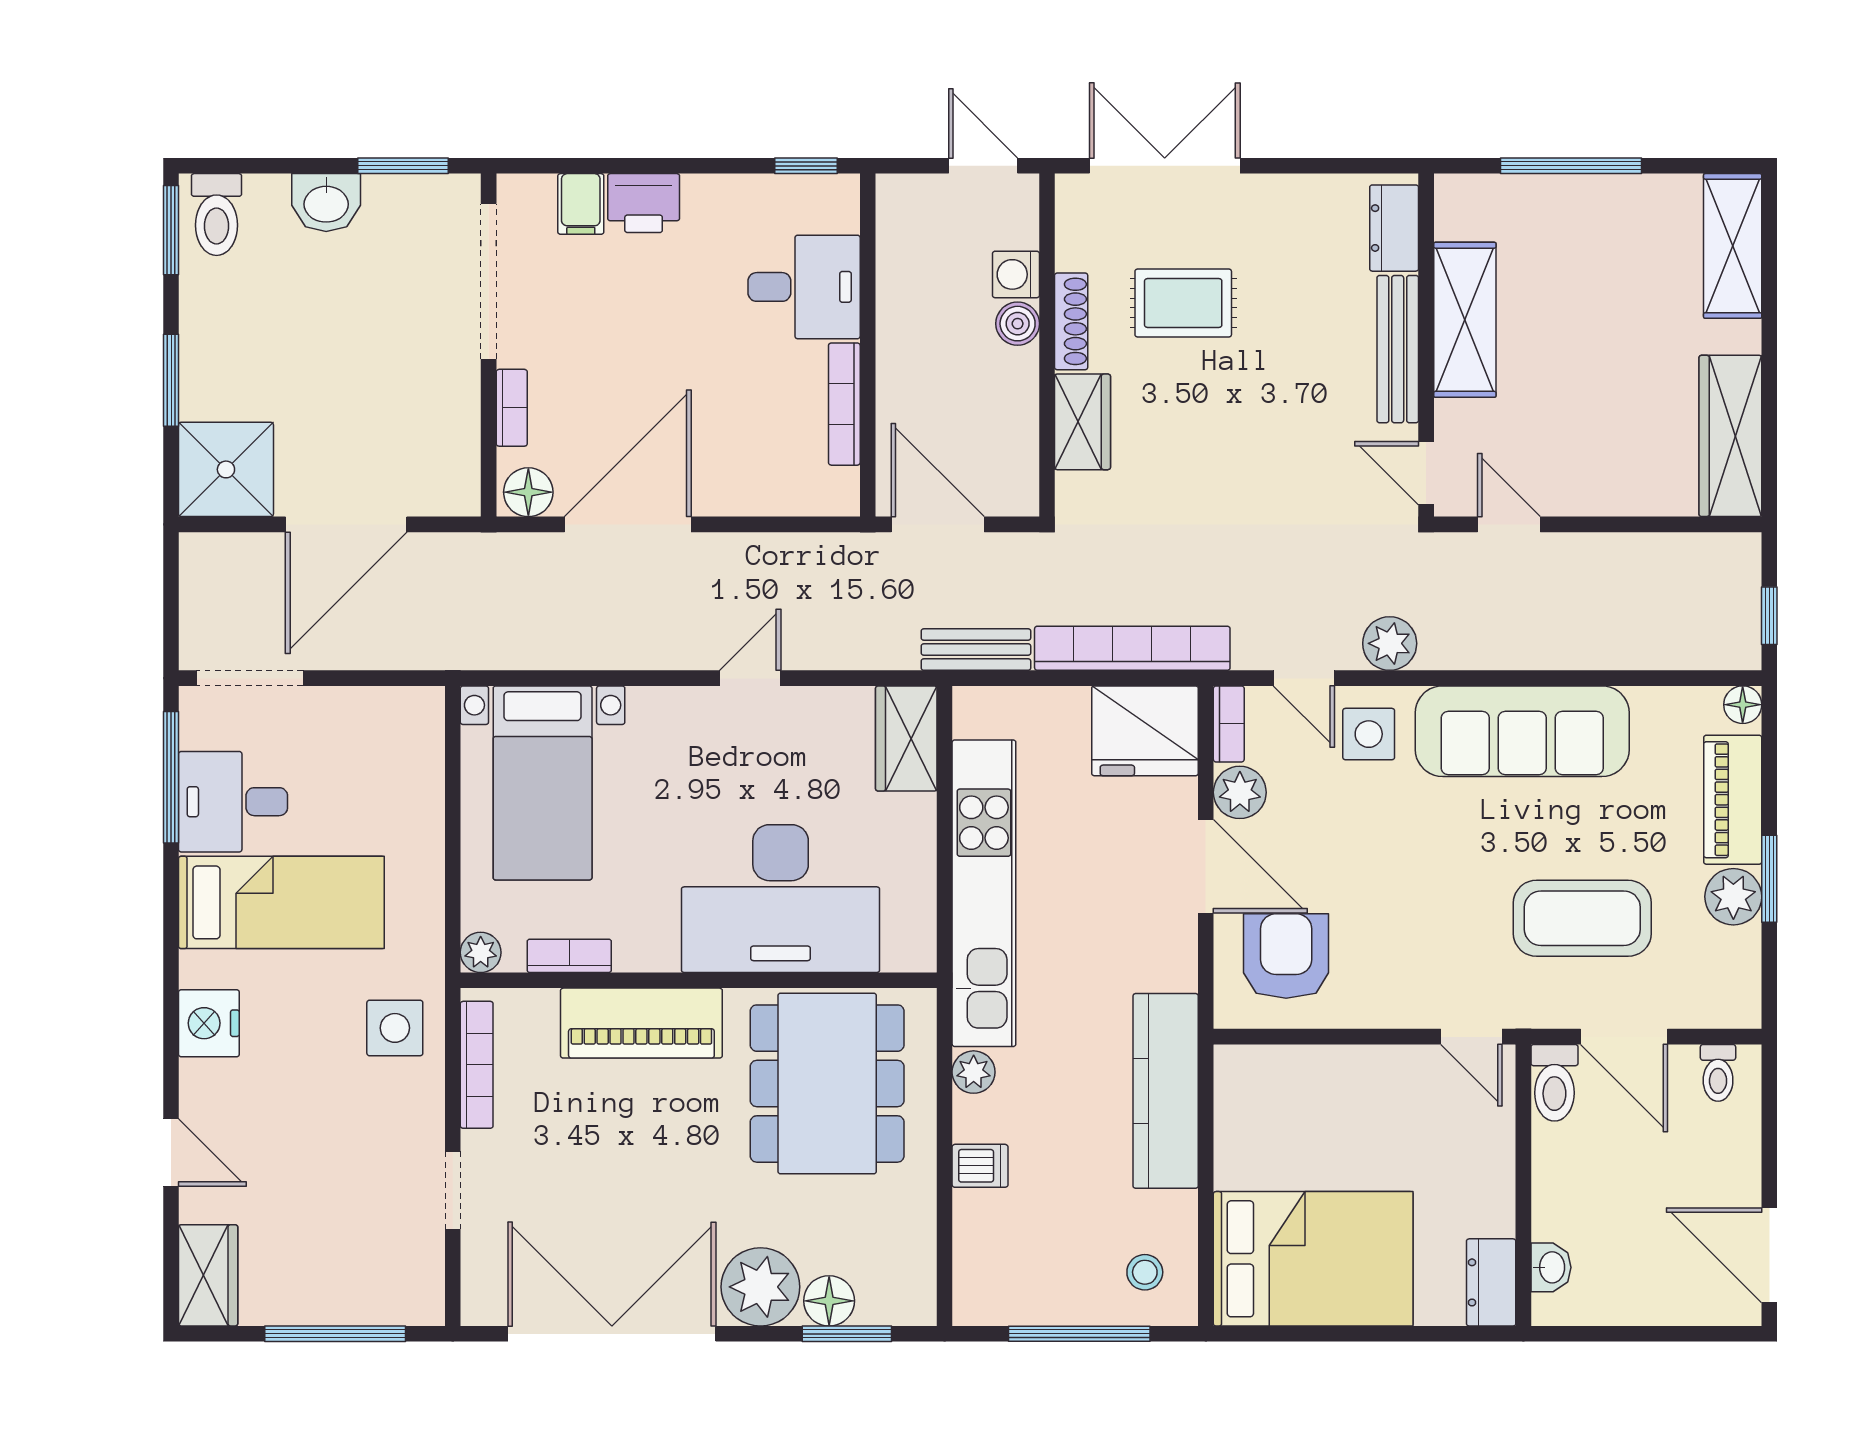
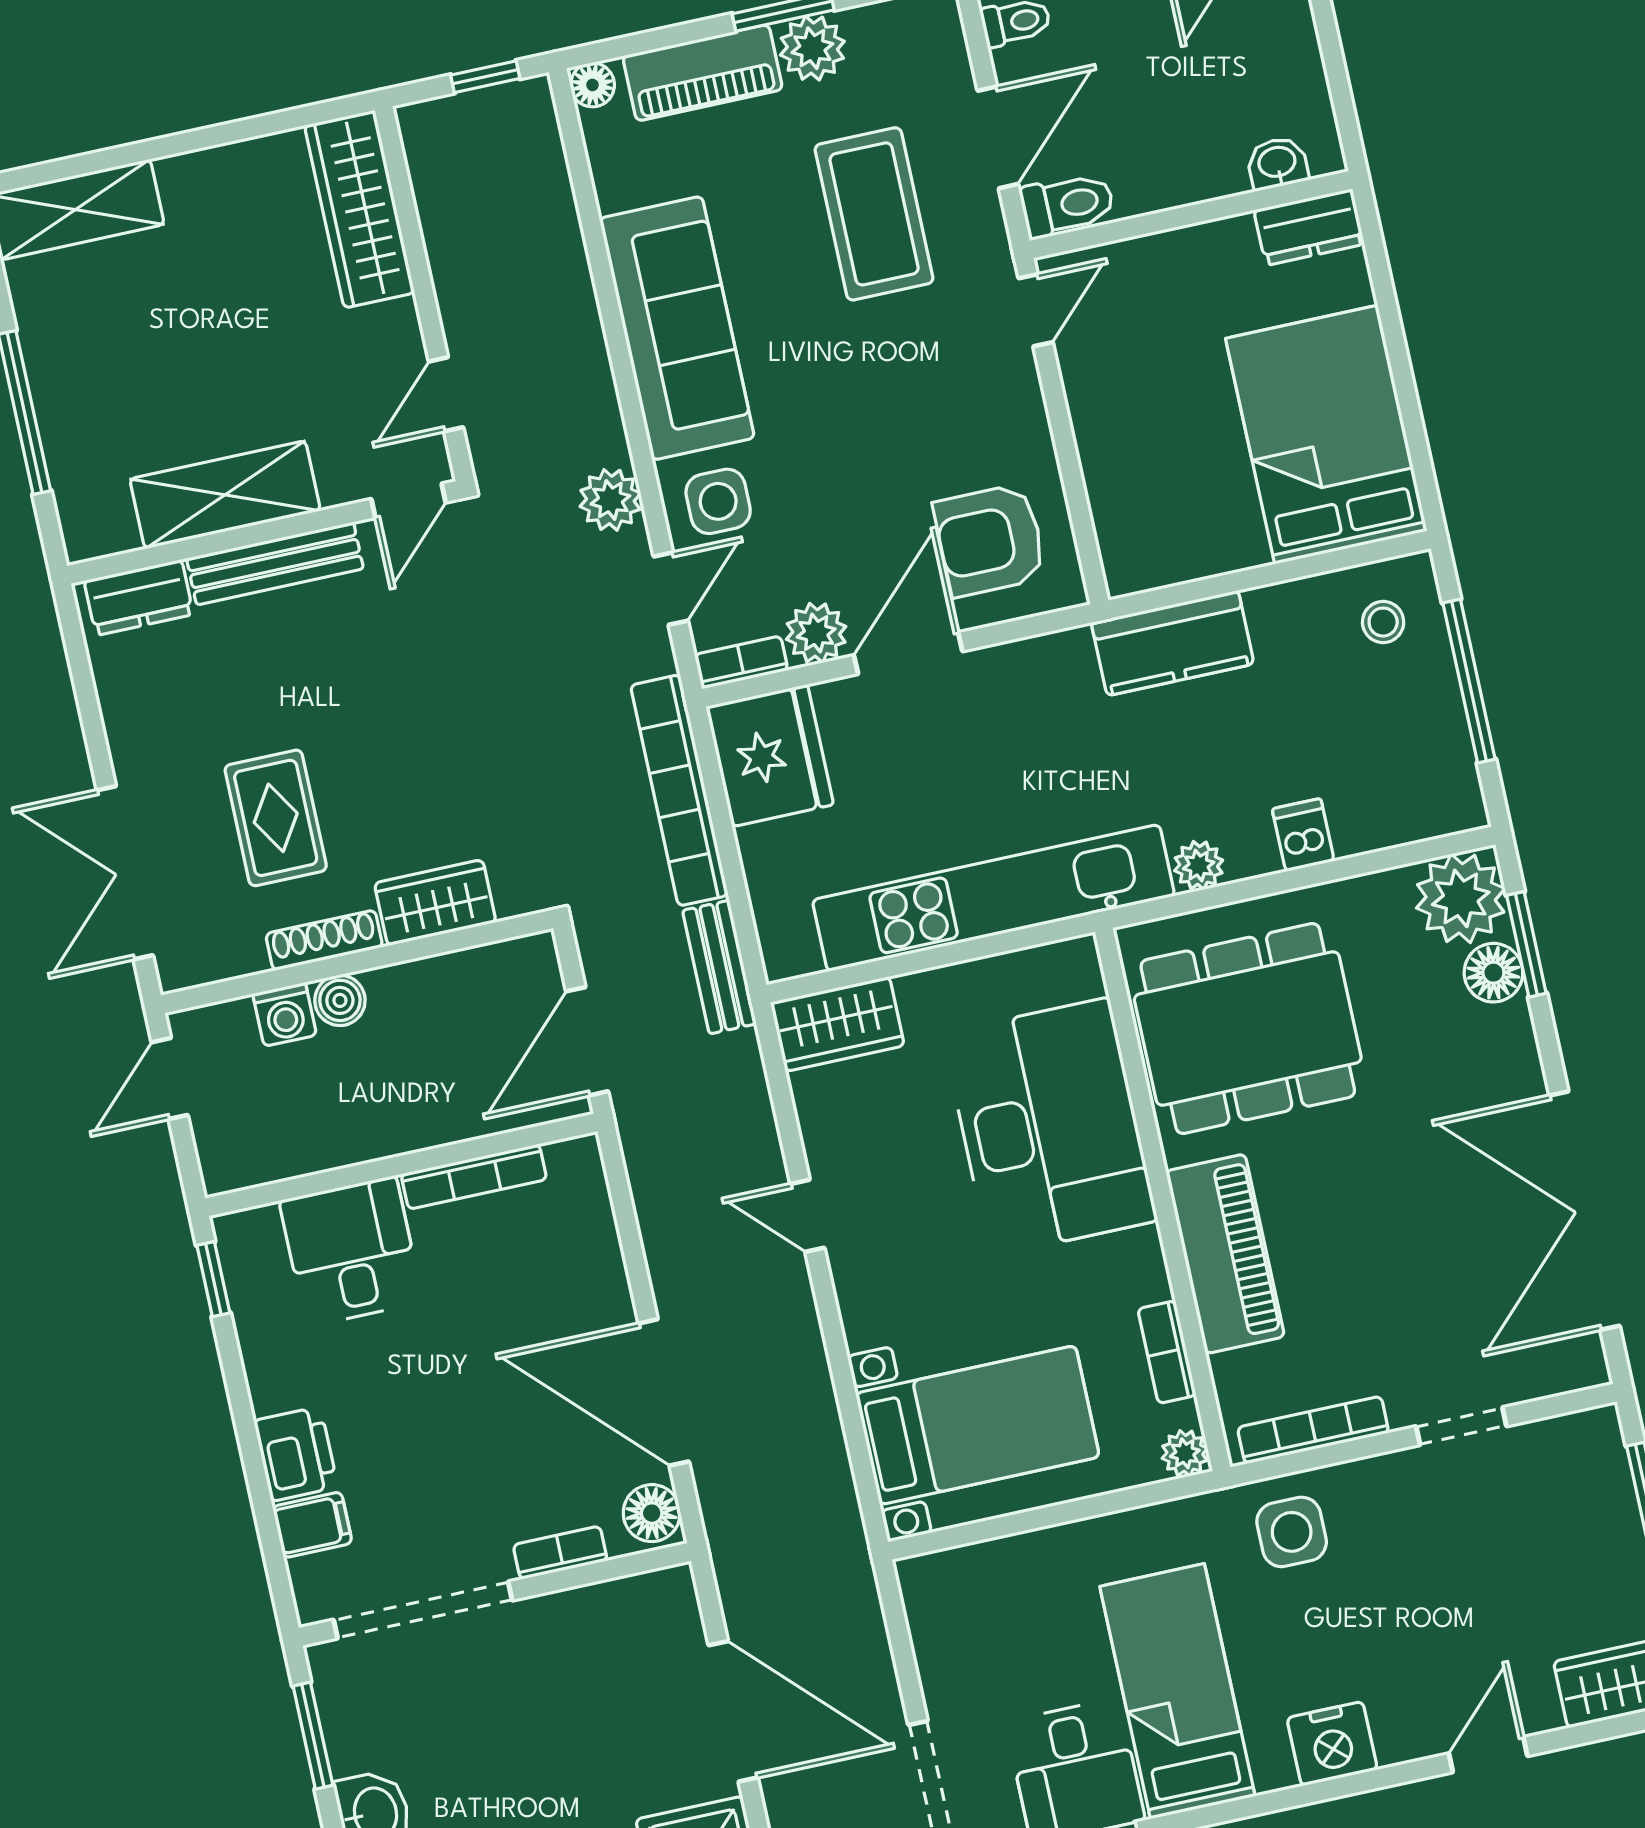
wardrobe: (1730, 436) -> (359, 209), moved, turned 90
kitchen counter: (1166, 1091) -> (1173, 643), width x0.67
plant: (760, 1287) -> (1461, 898), moved

